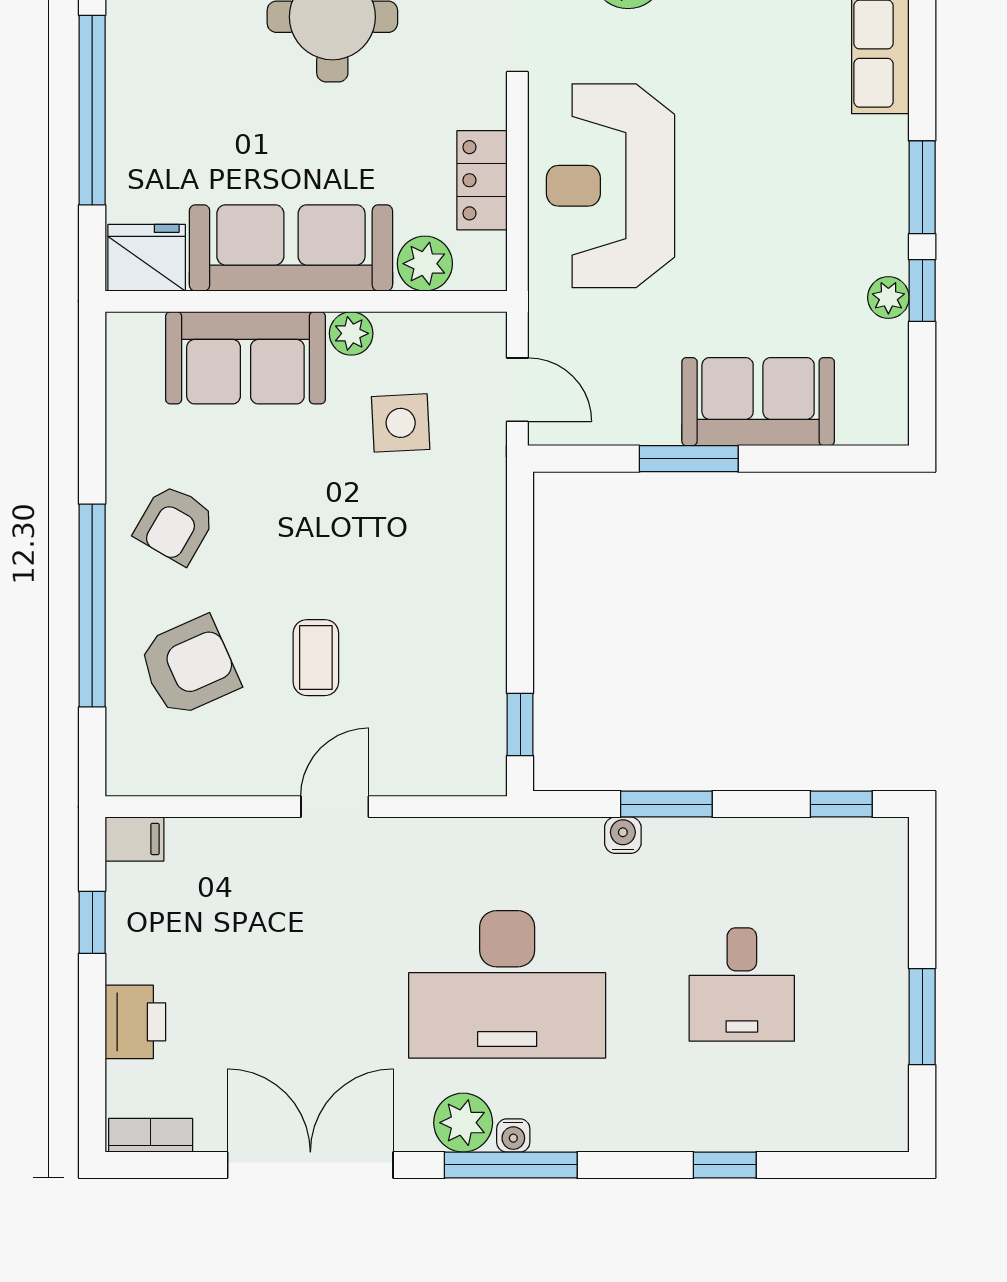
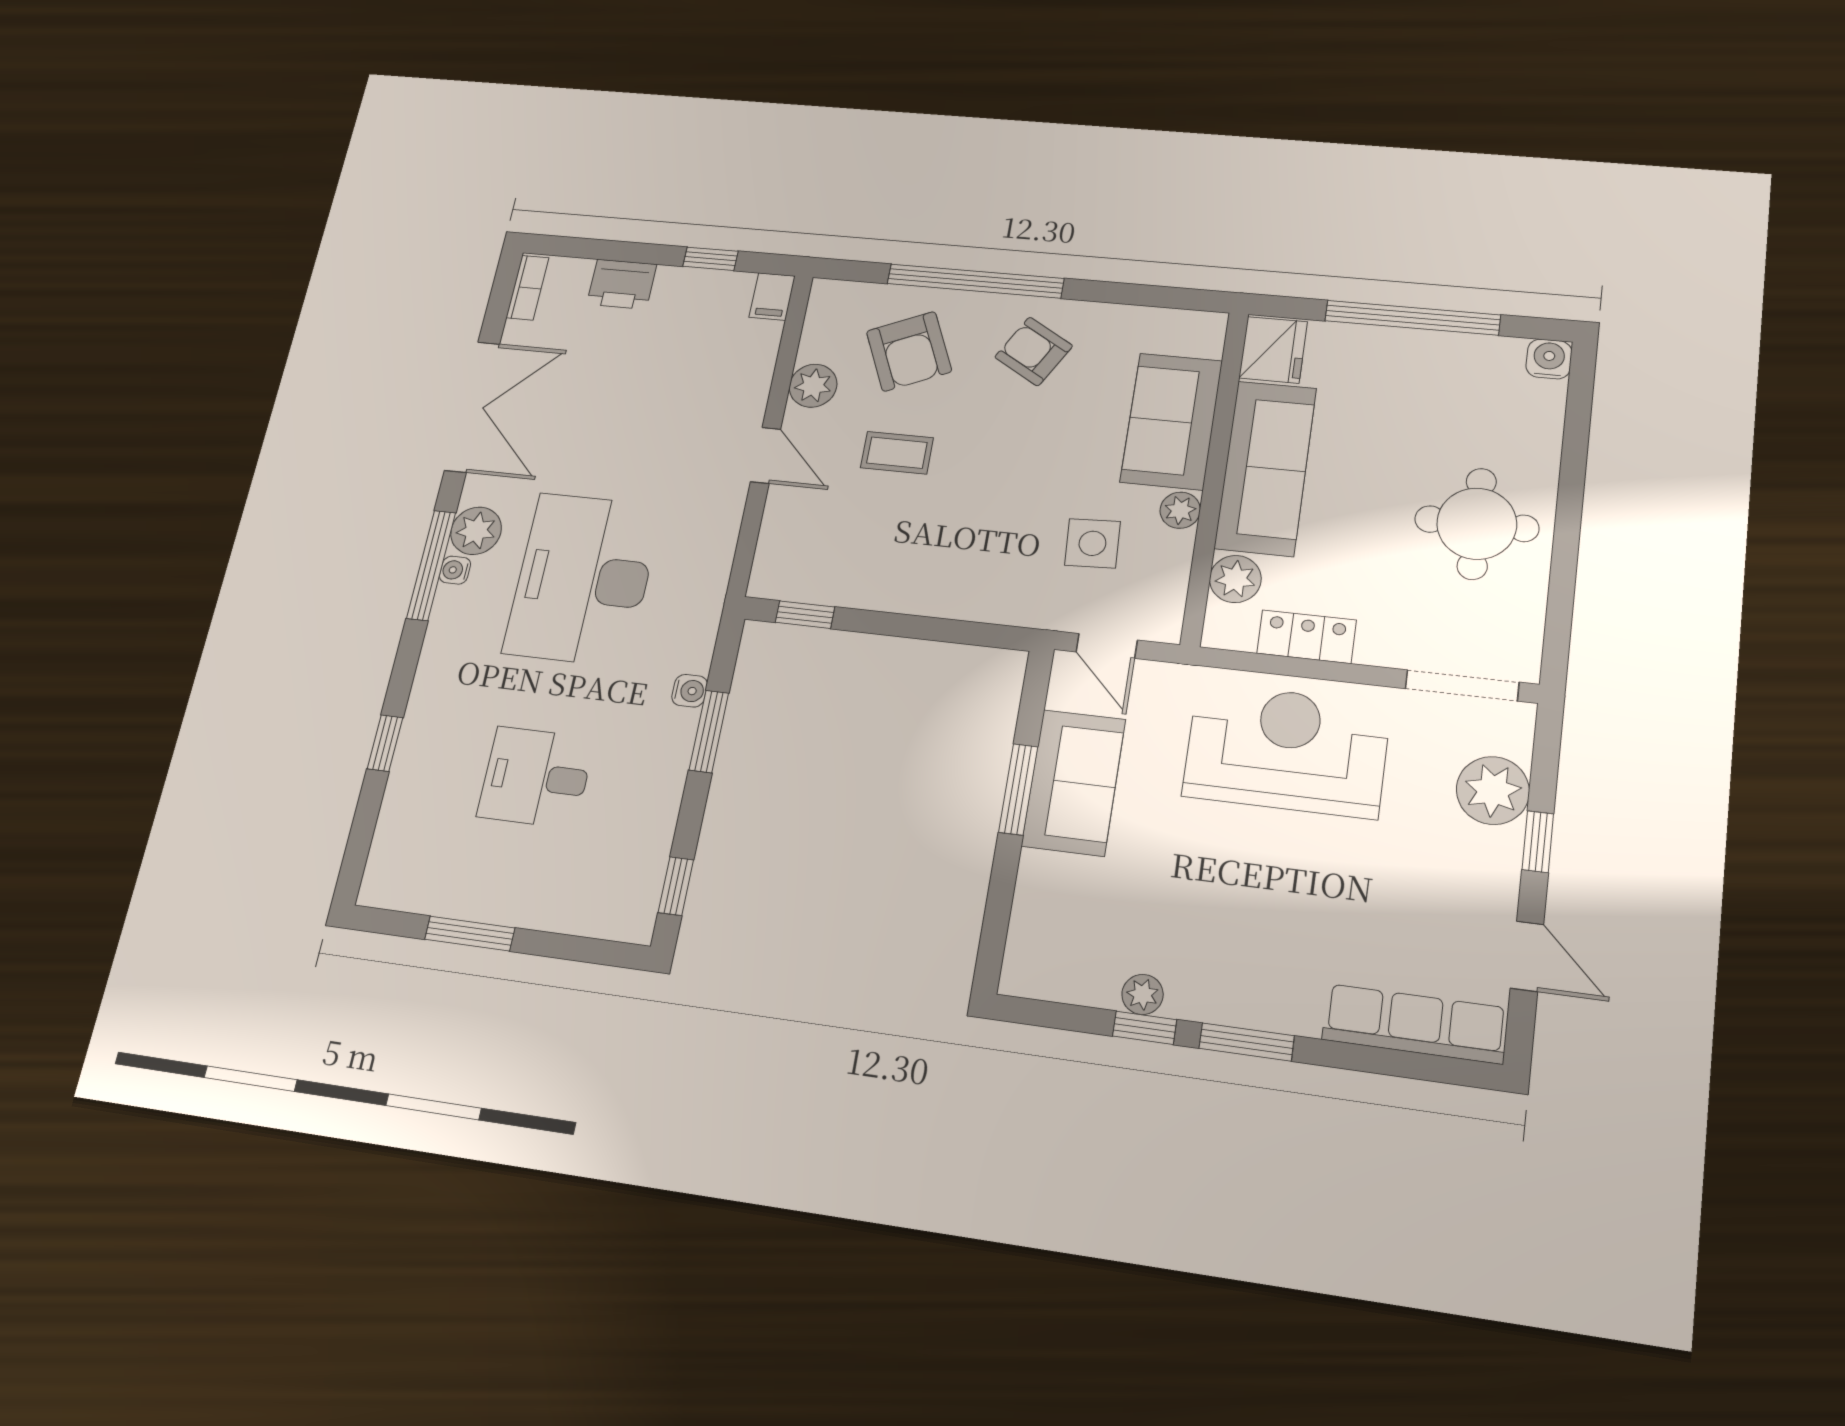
door: (517, 390) -> (1107, 646), hinge flipped
sofa: (758, 402) -> (1074, 782), moved
plant: (243, 769) -> (813, 386), added

